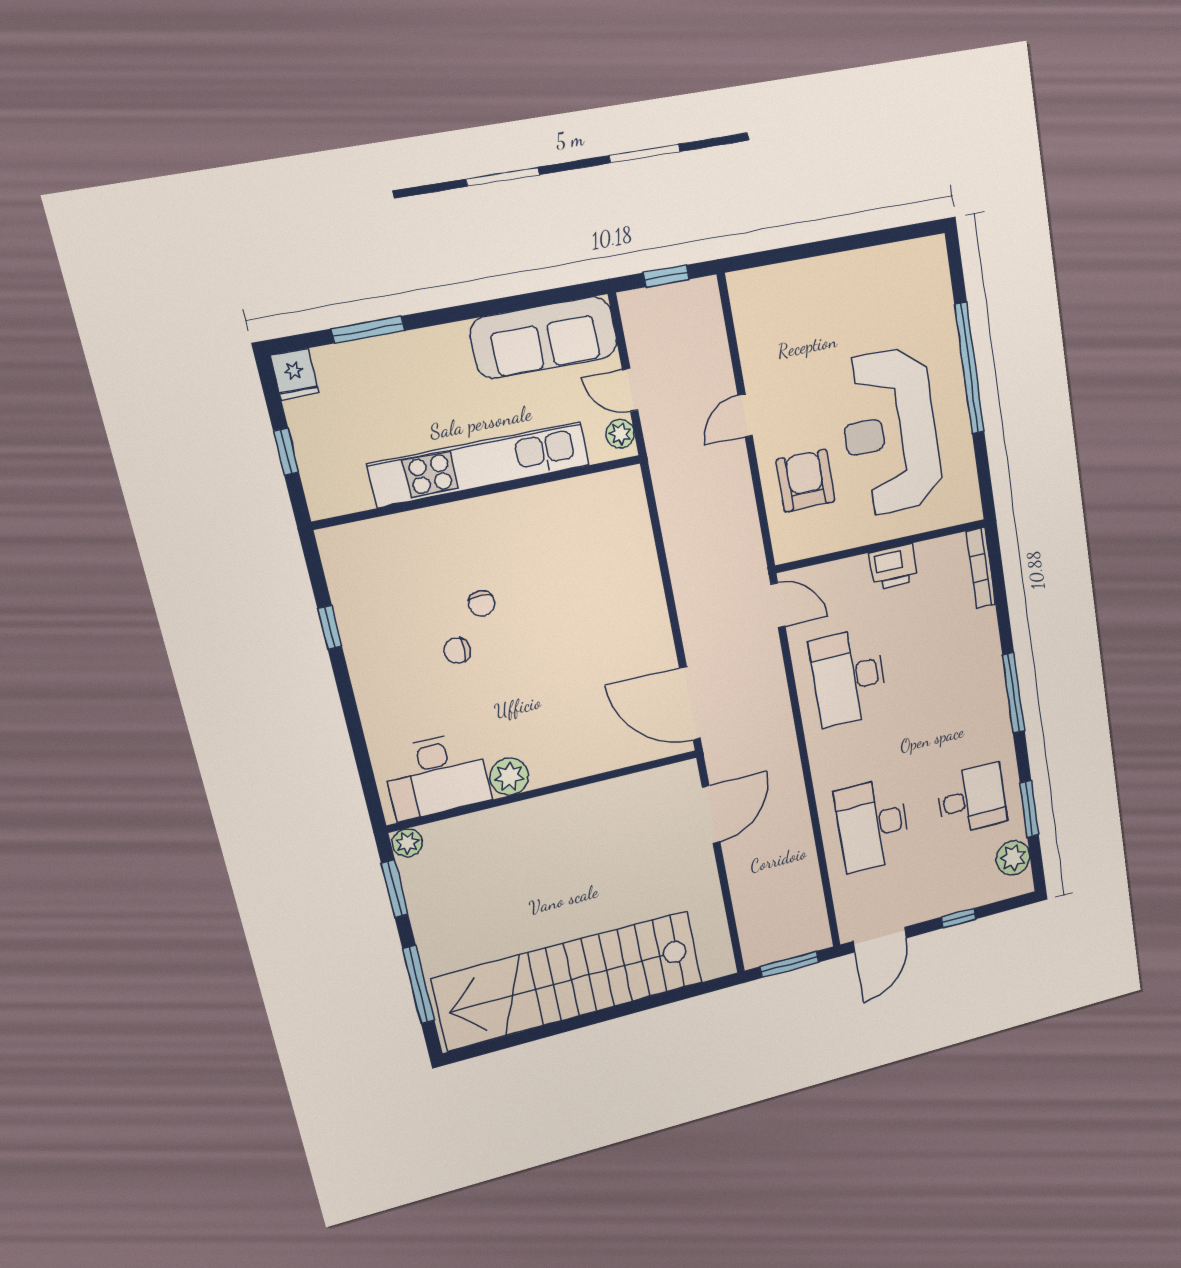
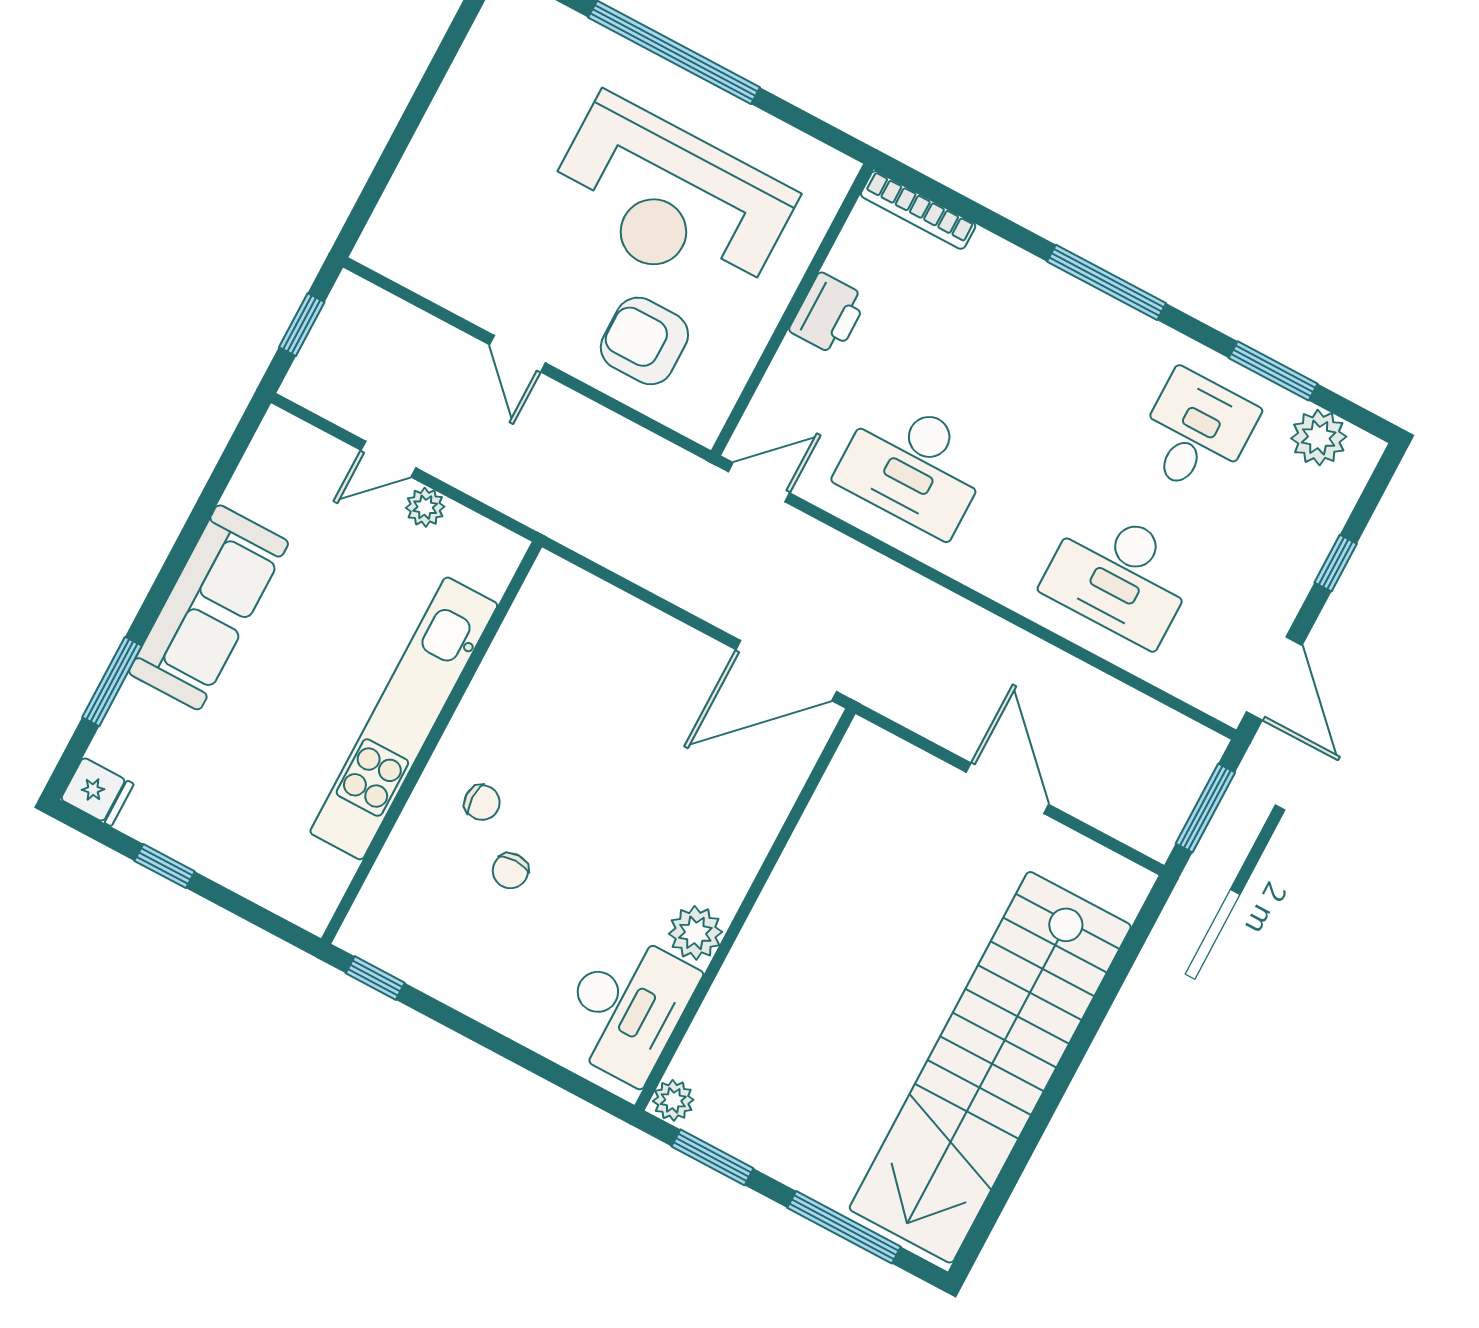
sofa: (544, 338) -> (209, 607), moved
kitchen unit: (480, 464) -> (404, 718), moved
wall: (479, 492) -> (432, 743), moved
door: (711, 814) -> (1007, 788), moved

